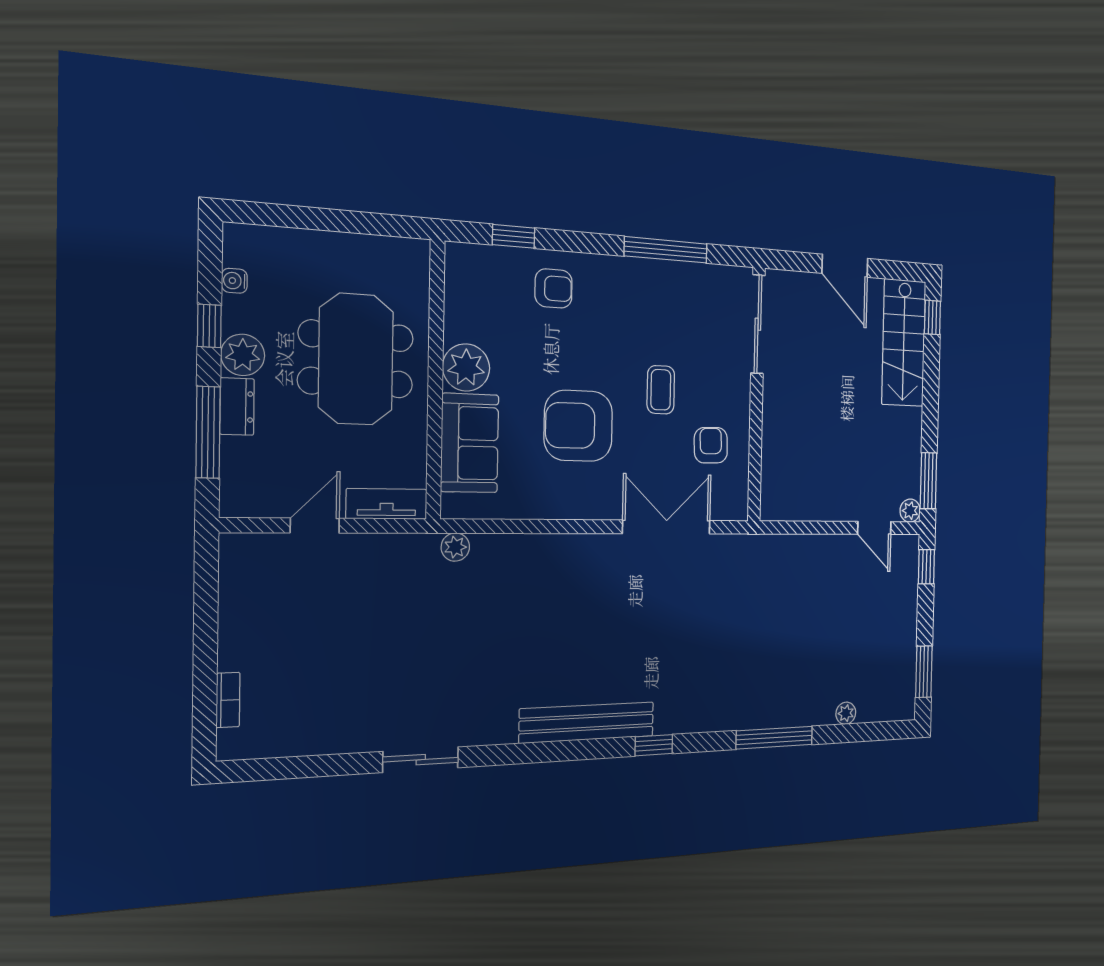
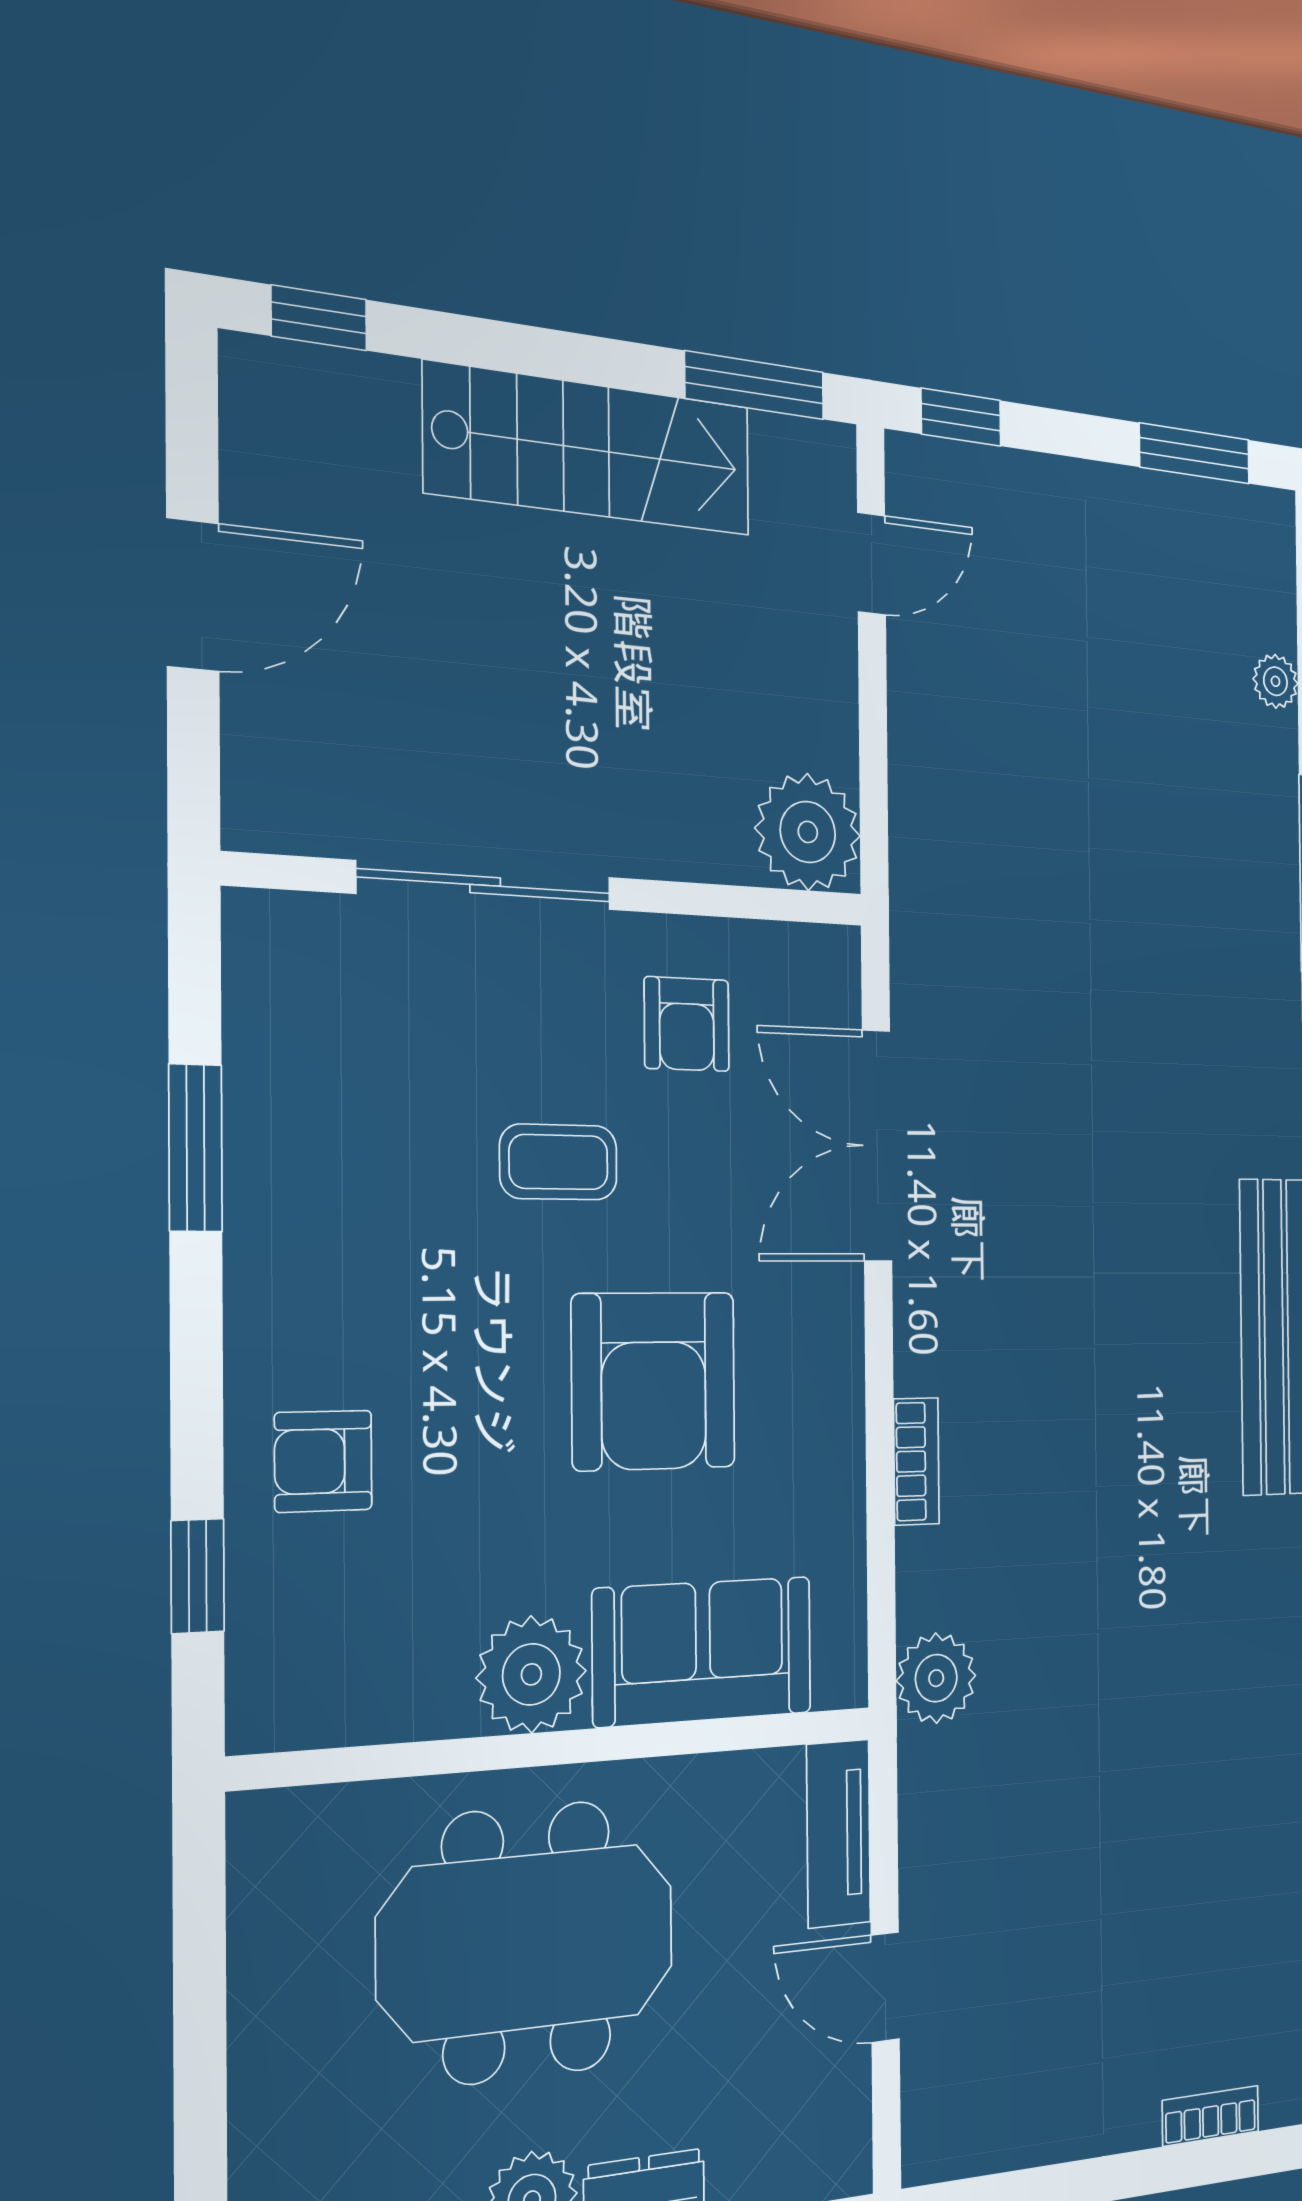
window: (666, 250) -> (196, 1148), width x0.69
armchair: (554, 288) -> (323, 1461), turned -90
sliding door: (758, 324) -> (485, 885), moved
stairs: (904, 343) -> (589, 449), moved
armchair: (711, 445) -> (687, 1024), turned -88
plant: (910, 511) -> (808, 832), moved, width x1.87, depth x1.87
bookcase: (542, 544) -> (916, 1461), added
plant: (455, 547) -> (936, 1678), width x1.38, depth x1.38

